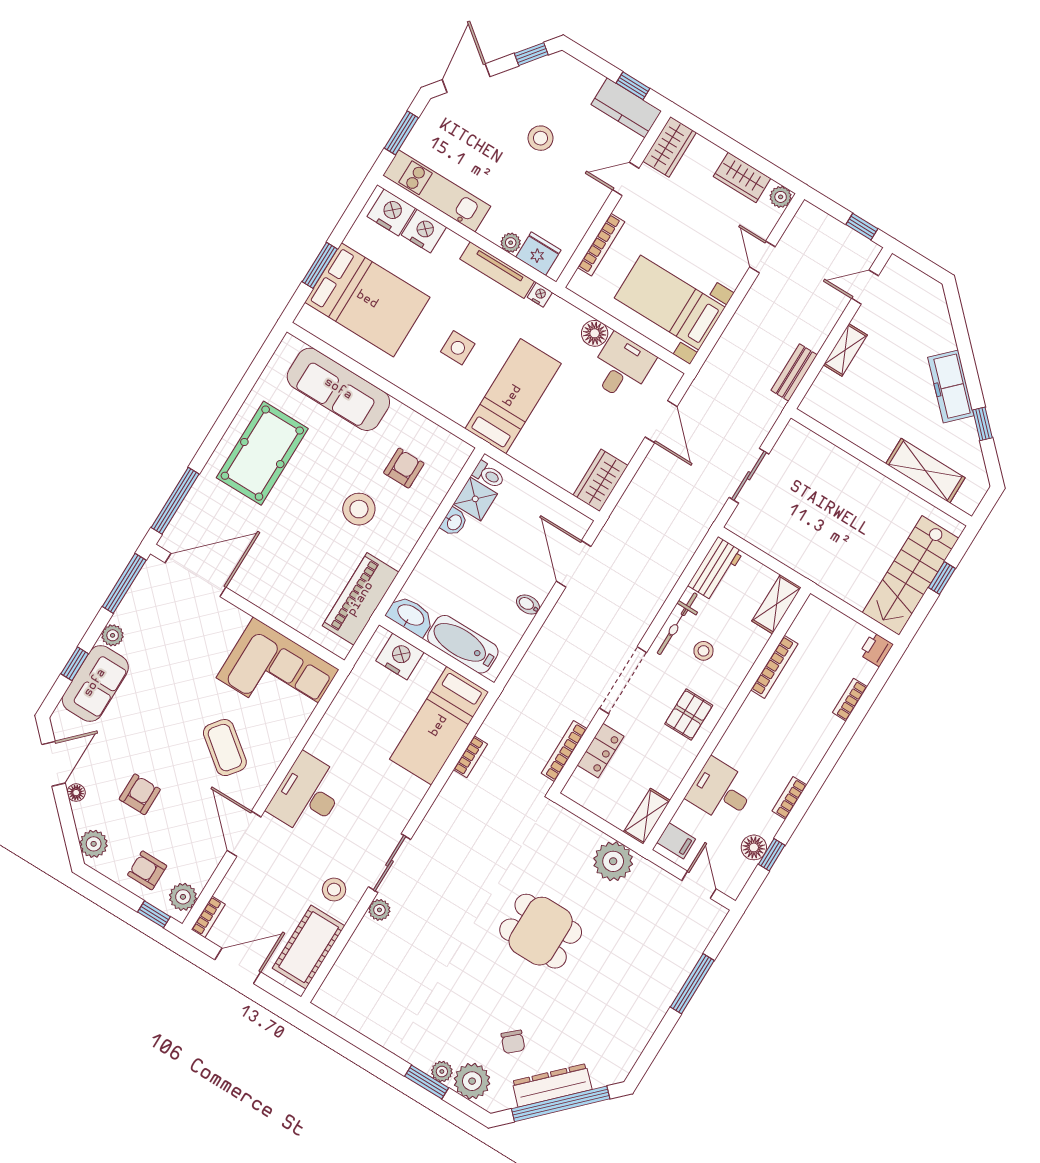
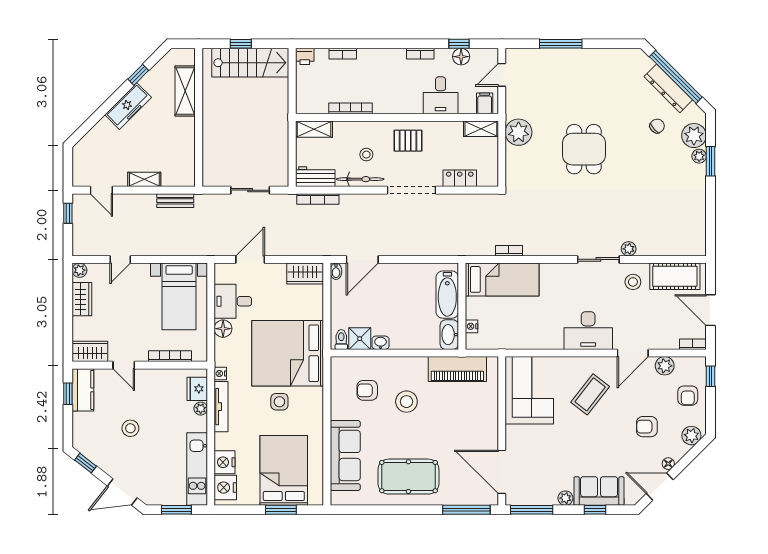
bed: (513, 396) -> (288, 353), width x2.04
bidet: (528, 605) -> (336, 271), moved
nightstand: (400, 656) -> (472, 326), width x0.53, depth x0.56
bookcase: (564, 751) -> (318, 199), moved
plant: (183, 897) -> (665, 366), moved

